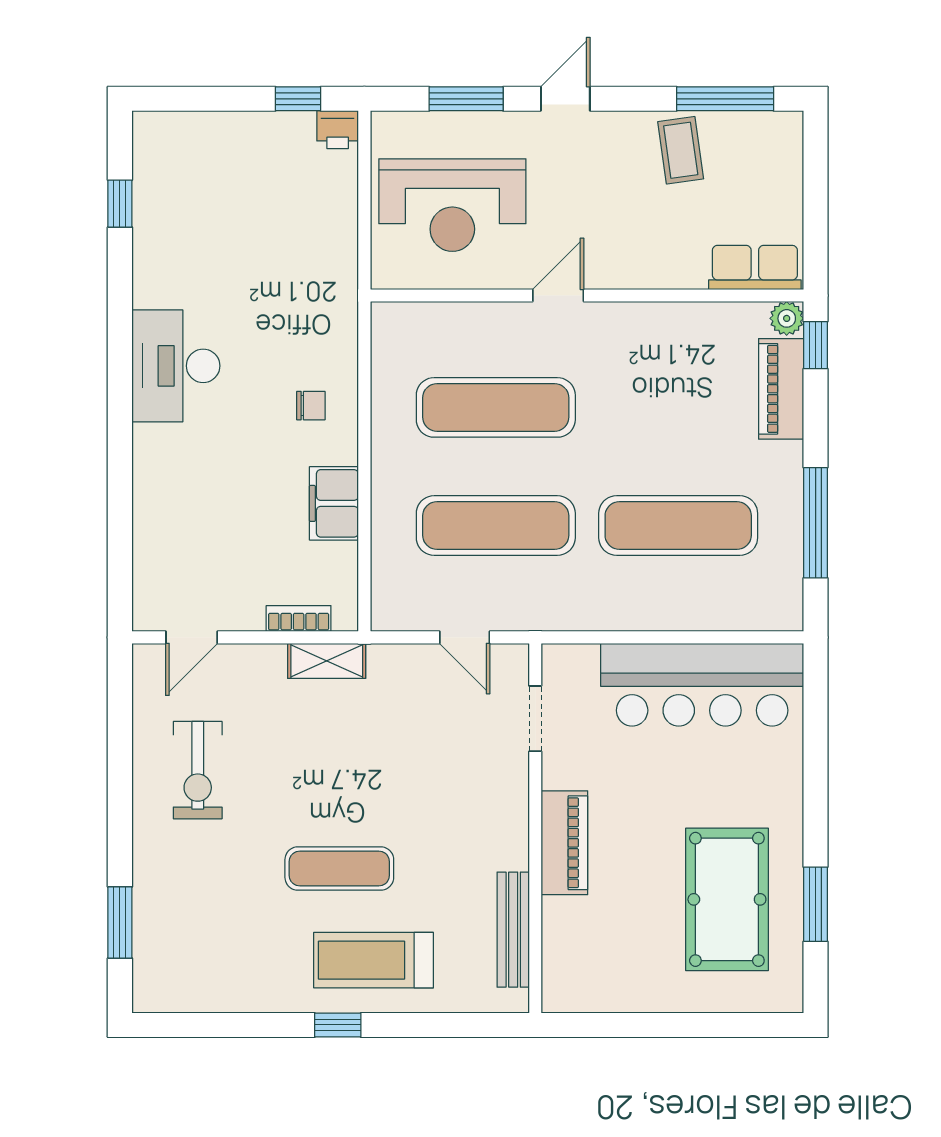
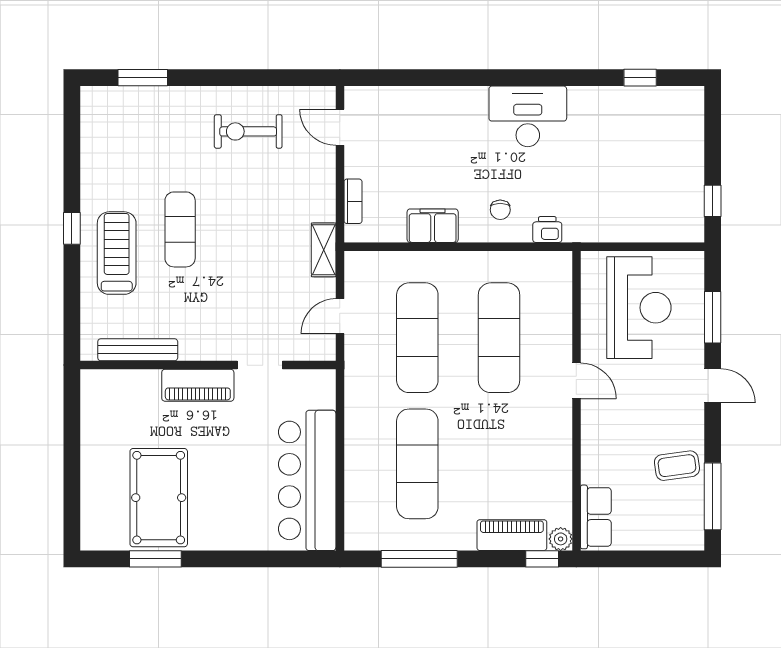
printer: (338, 130) -> (547, 230), moved, turned 90
reception desk: (452, 205) -> (639, 308), turned 180
shelving: (327, 661) -> (324, 250), moved
doorway: (535, 719) -> (260, 365), moved
pool table: (727, 899) -> (159, 498), turned 90

